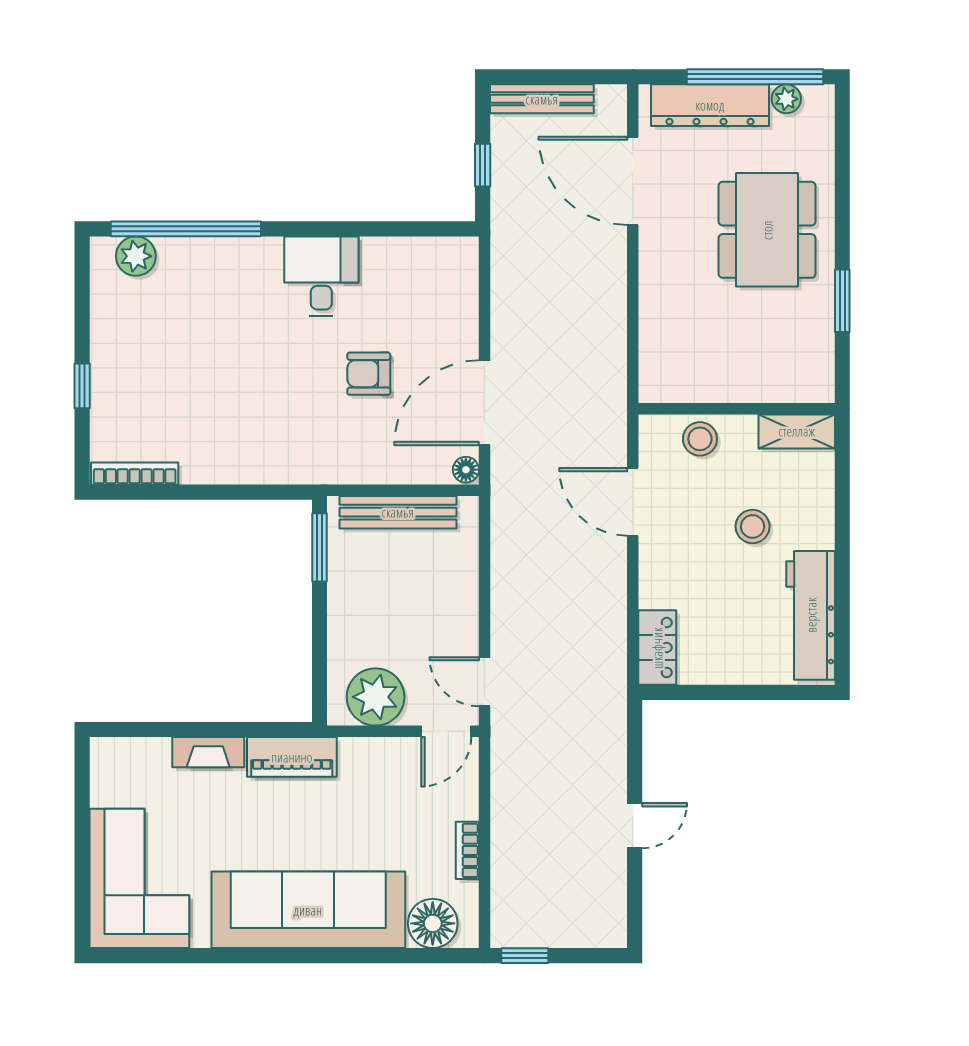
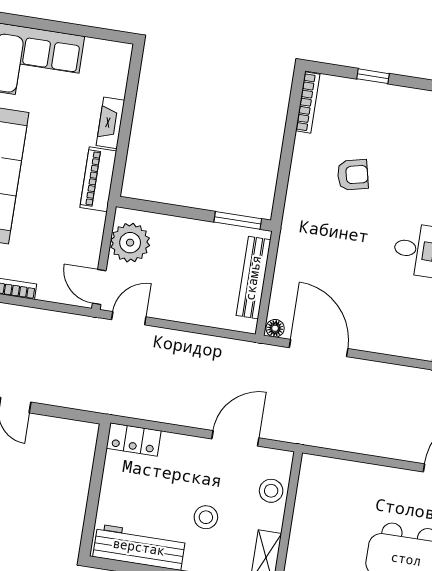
armchair: (369, 374) -> (353, 175), moved, turned 77

